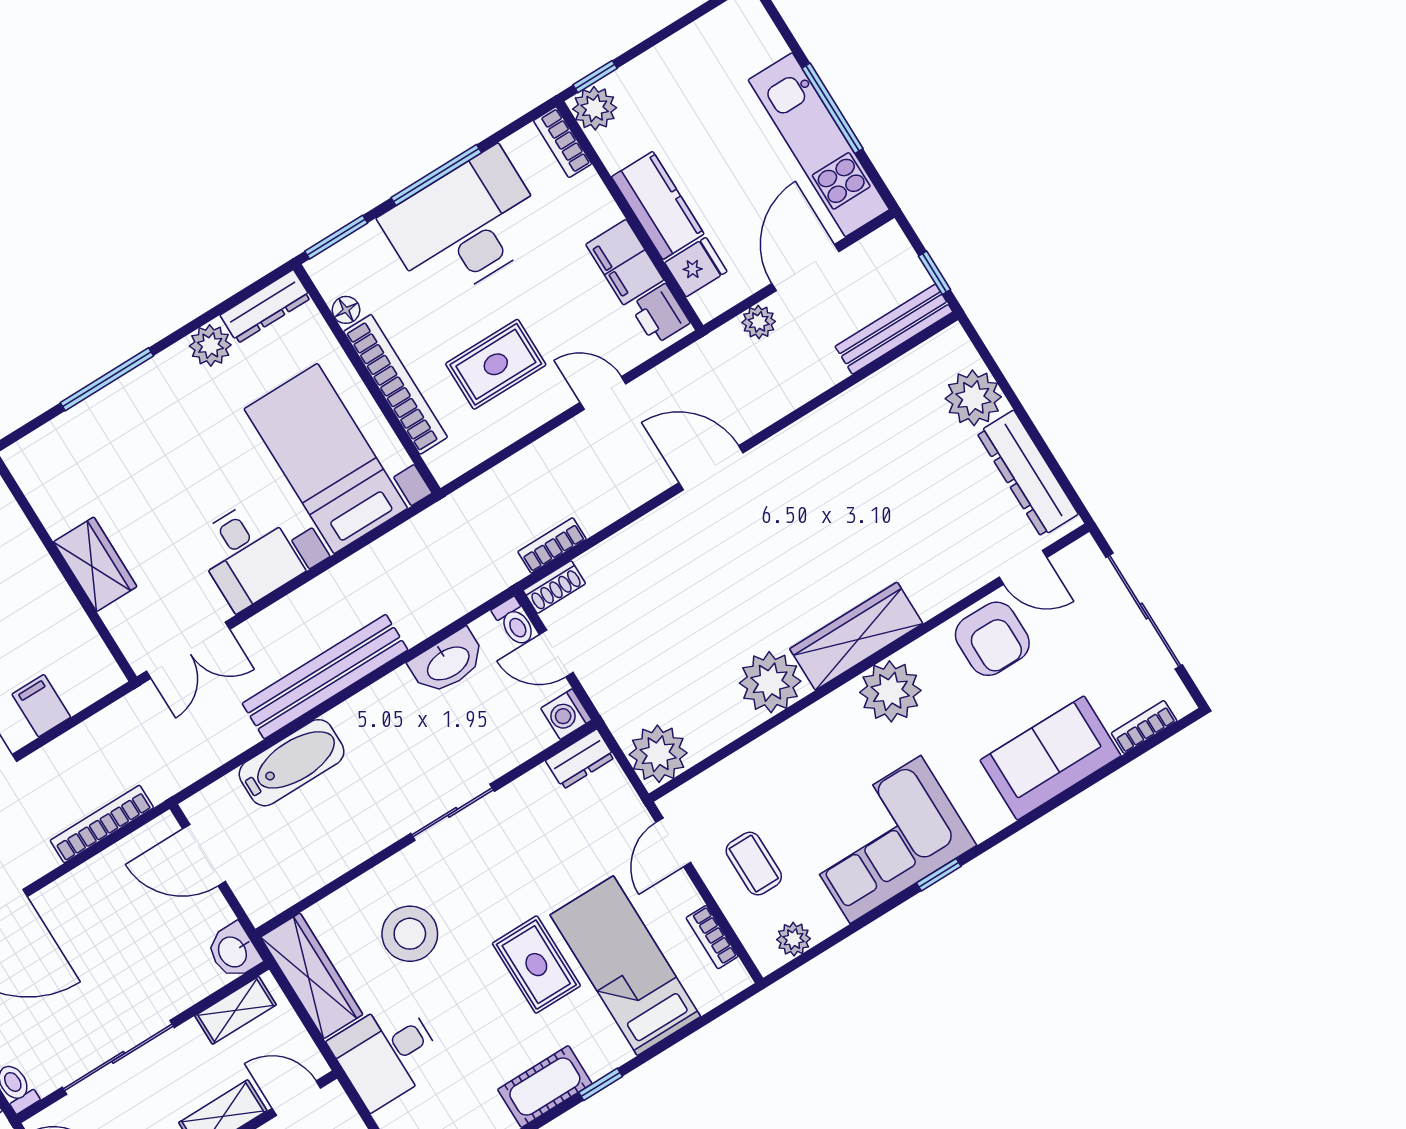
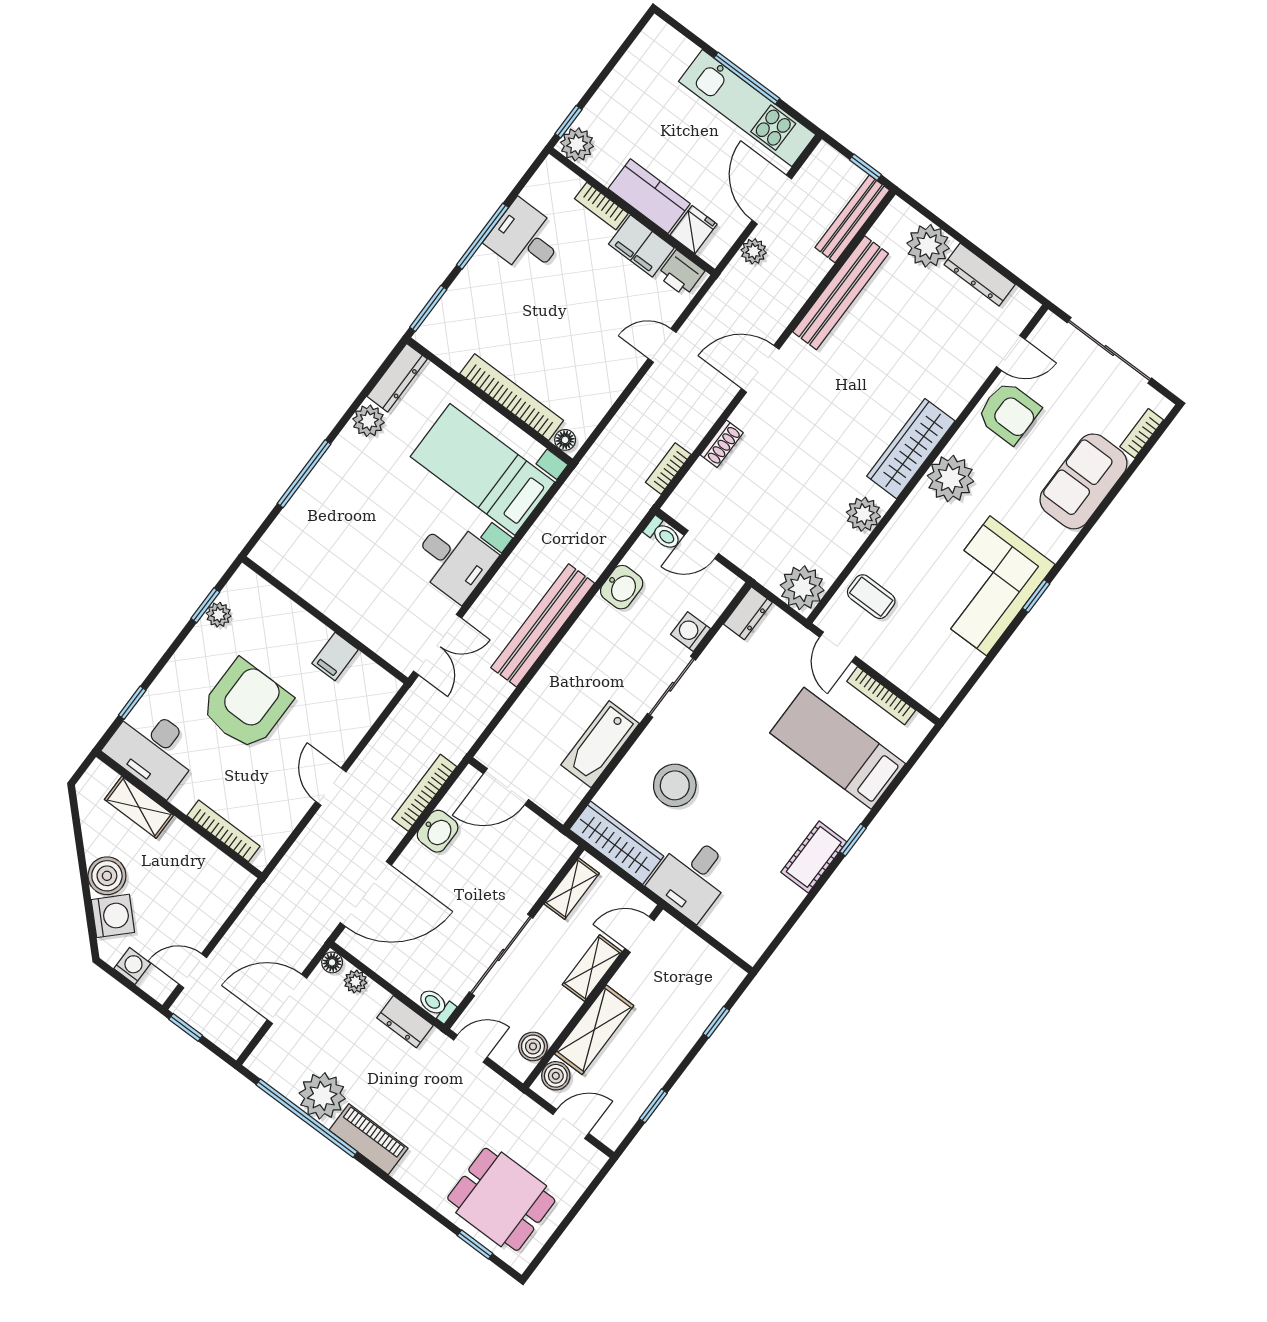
bookcase: (563, 142) -> (601, 206), moved
desk: (465, 226) -> (525, 238), width x0.53, depth x0.77
floor lamp: (346, 310) -> (565, 440), moved
rug: (496, 364) -> (578, 355), removed
bench: (845, 413) -> (841, 293), added
dresser: (1027, 474) -> (980, 275), width x0.73, depth x0.80
wardrobe: (95, 564) -> (347, 609), removed
shoe rack: (554, 587) -> (722, 444), moved
washbasin: (448, 662) -> (622, 587), width x0.72
plant: (770, 682) -> (863, 514), width x0.73, depth x0.73
filing cabinet: (41, 706) -> (335, 657), moved, turned -90
washing machine: (566, 714) -> (690, 632), moved, turned 90
bathtub: (292, 763) -> (600, 744), moved, turned 180
coffee table: (754, 864) -> (871, 597), moved
bookcase: (712, 937) -> (881, 696), width x1.56
plant: (794, 939) -> (950, 682), removed
washbasin: (233, 951) -> (438, 831), moved, turned -90
rug: (536, 965) -> (774, 772), removed

